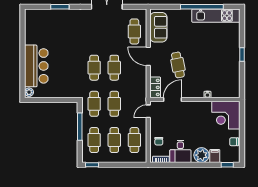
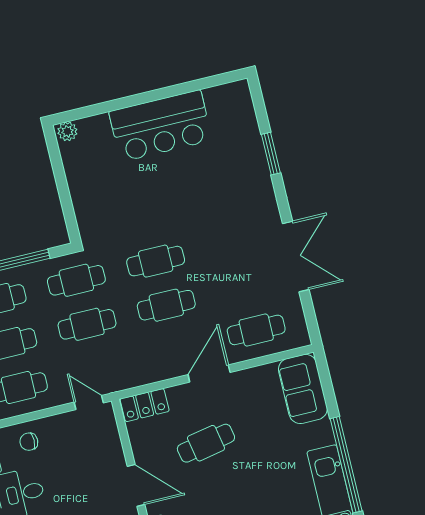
sofa: (158, 27) -> (303, 389), moved, turned 90
bar counter: (36, 66) -> (161, 126), moved
door: (173, 100) -> (136, 485), moved

